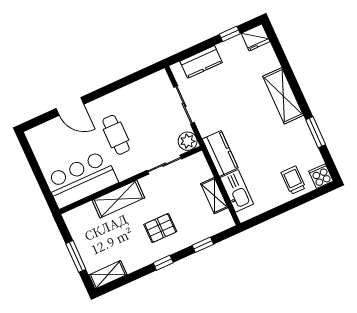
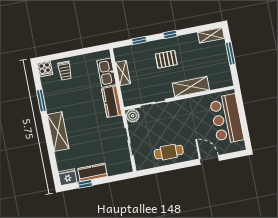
kitchen counter: (201, 62) -> (93, 172), moved
cafe table: (116, 135) -> (169, 152), moved, turned 90
bar counter: (81, 180) -> (227, 119), moved, turned 90

